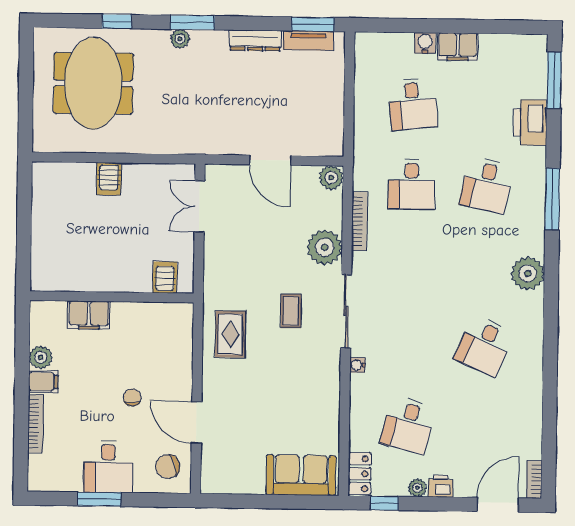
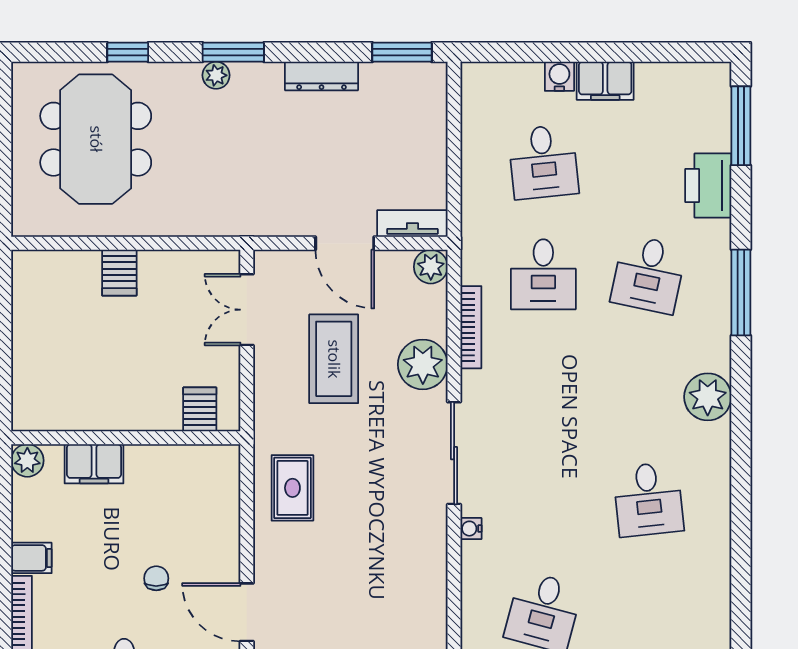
tv unit: (308, 41) -> (412, 224), moved, turned 180
coffee table: (291, 311) -> (334, 359), moved, width x1.86, depth x1.72
desk: (484, 346) -> (648, 499), turned -30
plant: (41, 357) -> (27, 460), moved

